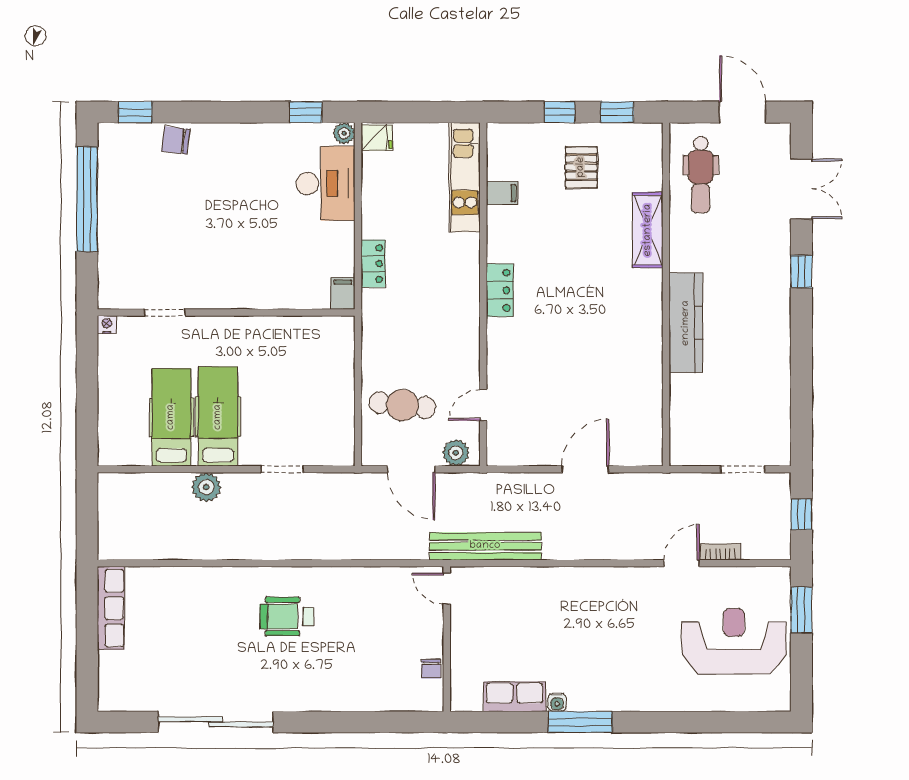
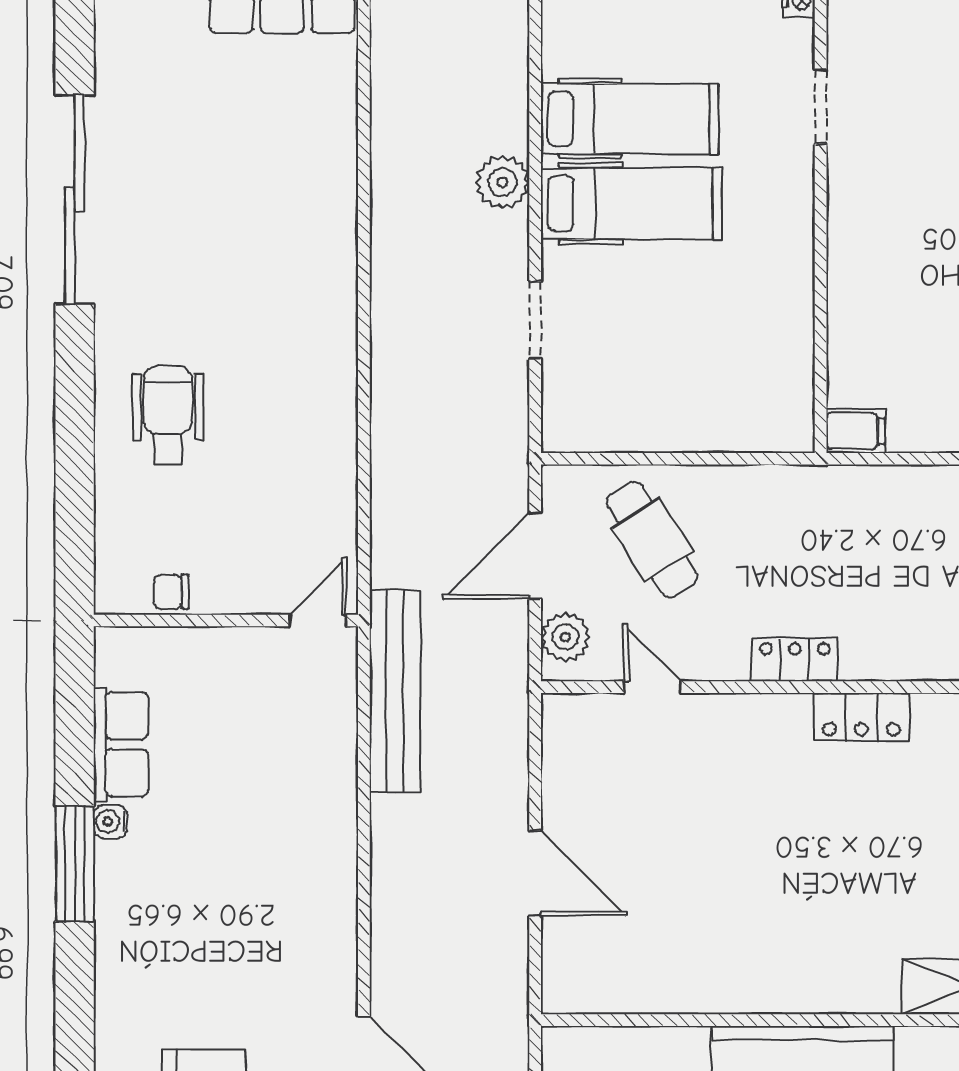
locker: (373, 264) -> (795, 660), moved, turned 180
cafe table: (402, 405) -> (652, 540), turned -38
wheelchair: (287, 617) -> (168, 415), moved

